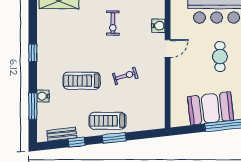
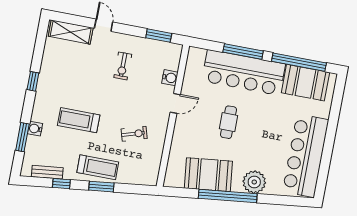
exercise bike: (125, 76) -> (134, 134), moved
treadmill: (107, 121) -> (98, 167), turned 180

